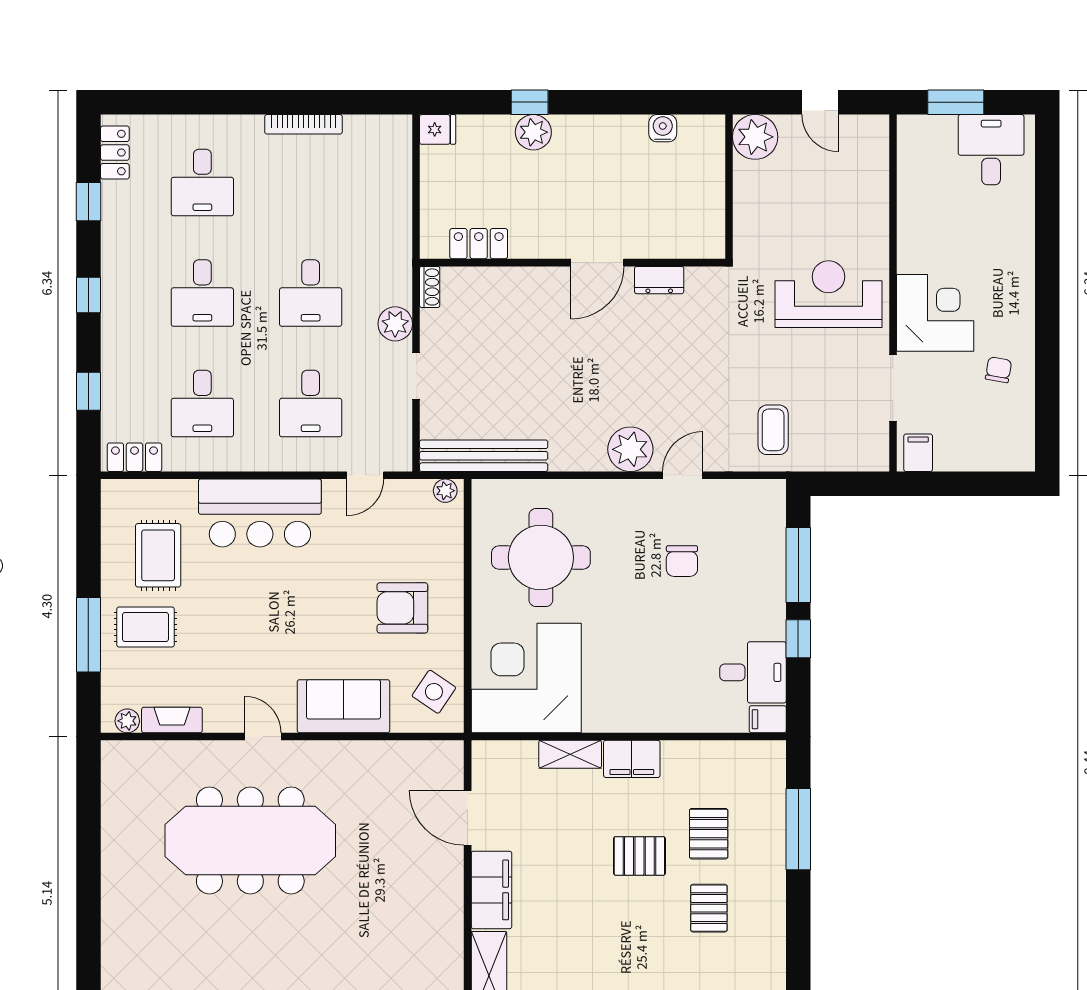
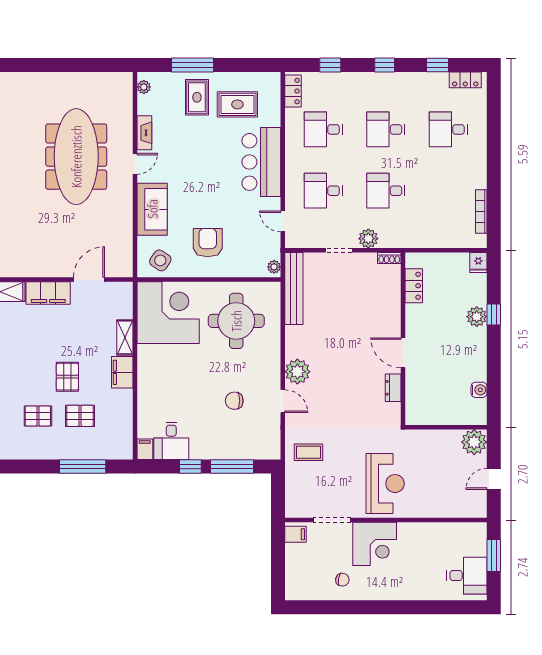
bookcase: (304, 124) -> (481, 211), moved
fireplace: (172, 720) -> (144, 133), moved

